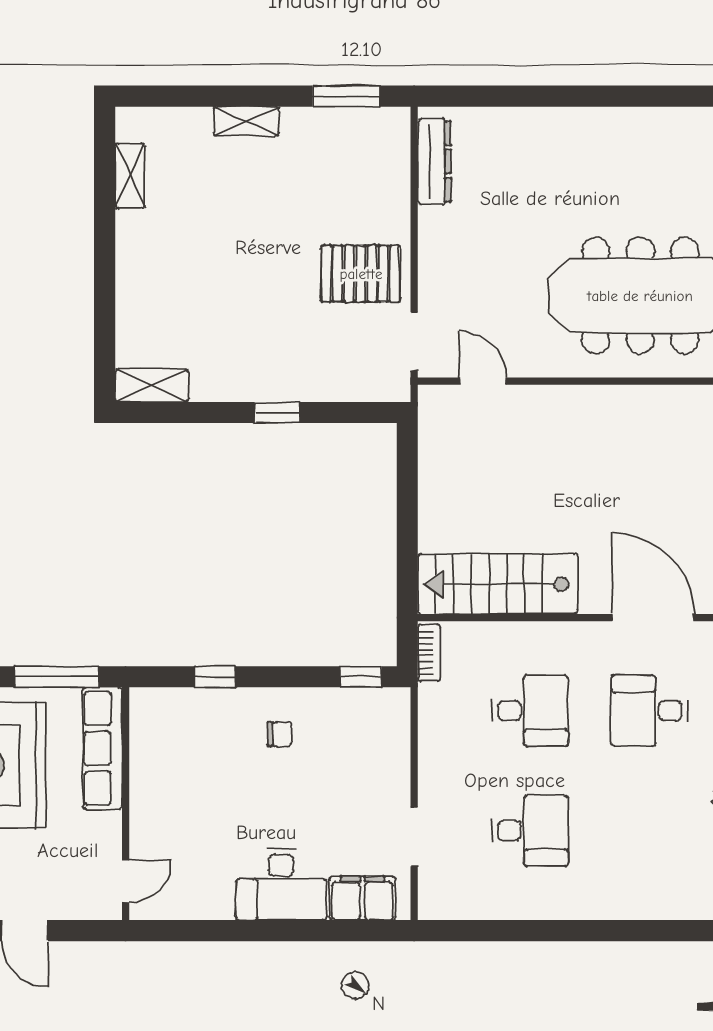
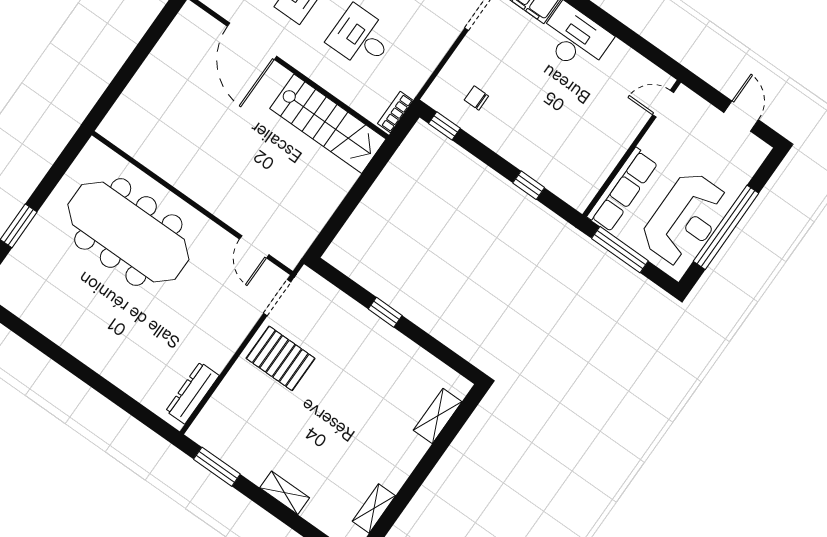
shelving: (152, 386) -> (438, 416), moved, turned 90
chair: (280, 734) -> (476, 98), moved

